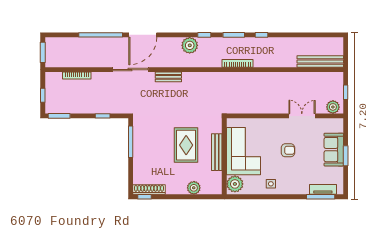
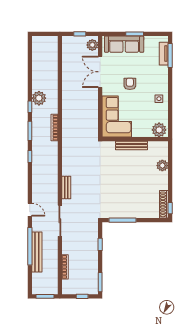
door: (143, 35) -> (30, 210), width x0.53
plant: (190, 45) -> (39, 98), moved
bench: (320, 62) -> (37, 252), moved
double door: (302, 116) -> (100, 72), width x1.37
rug: (186, 145) -> (125, 172), removed
sofa: (334, 150) -> (124, 44), width x1.36
corner sofa: (244, 151) -> (117, 116), moved, turned 90

